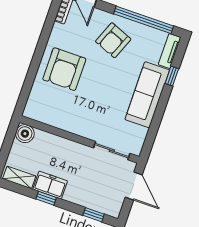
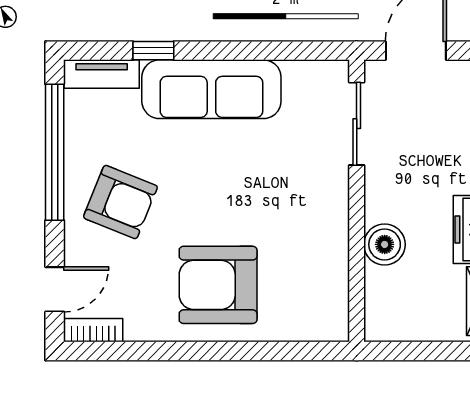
armchair: (64, 69) -> (218, 285), turned 180
boiler: (25, 134) -> (385, 244), moved

